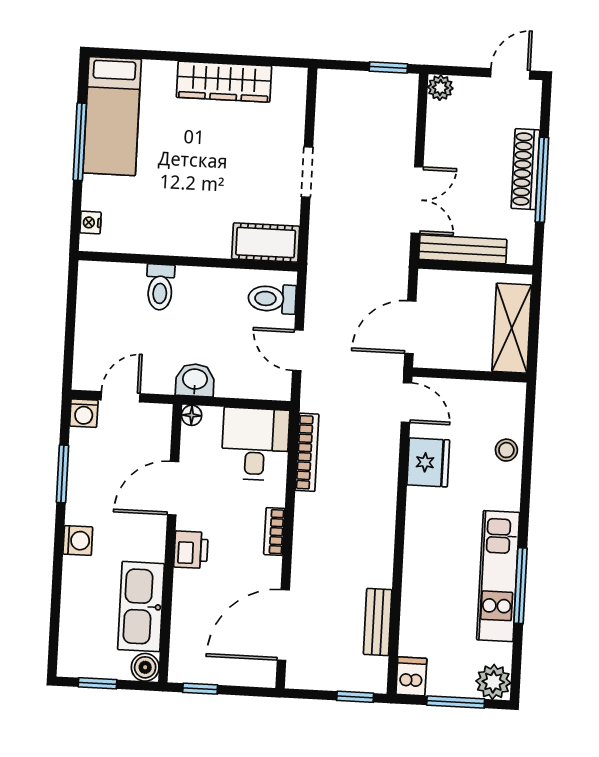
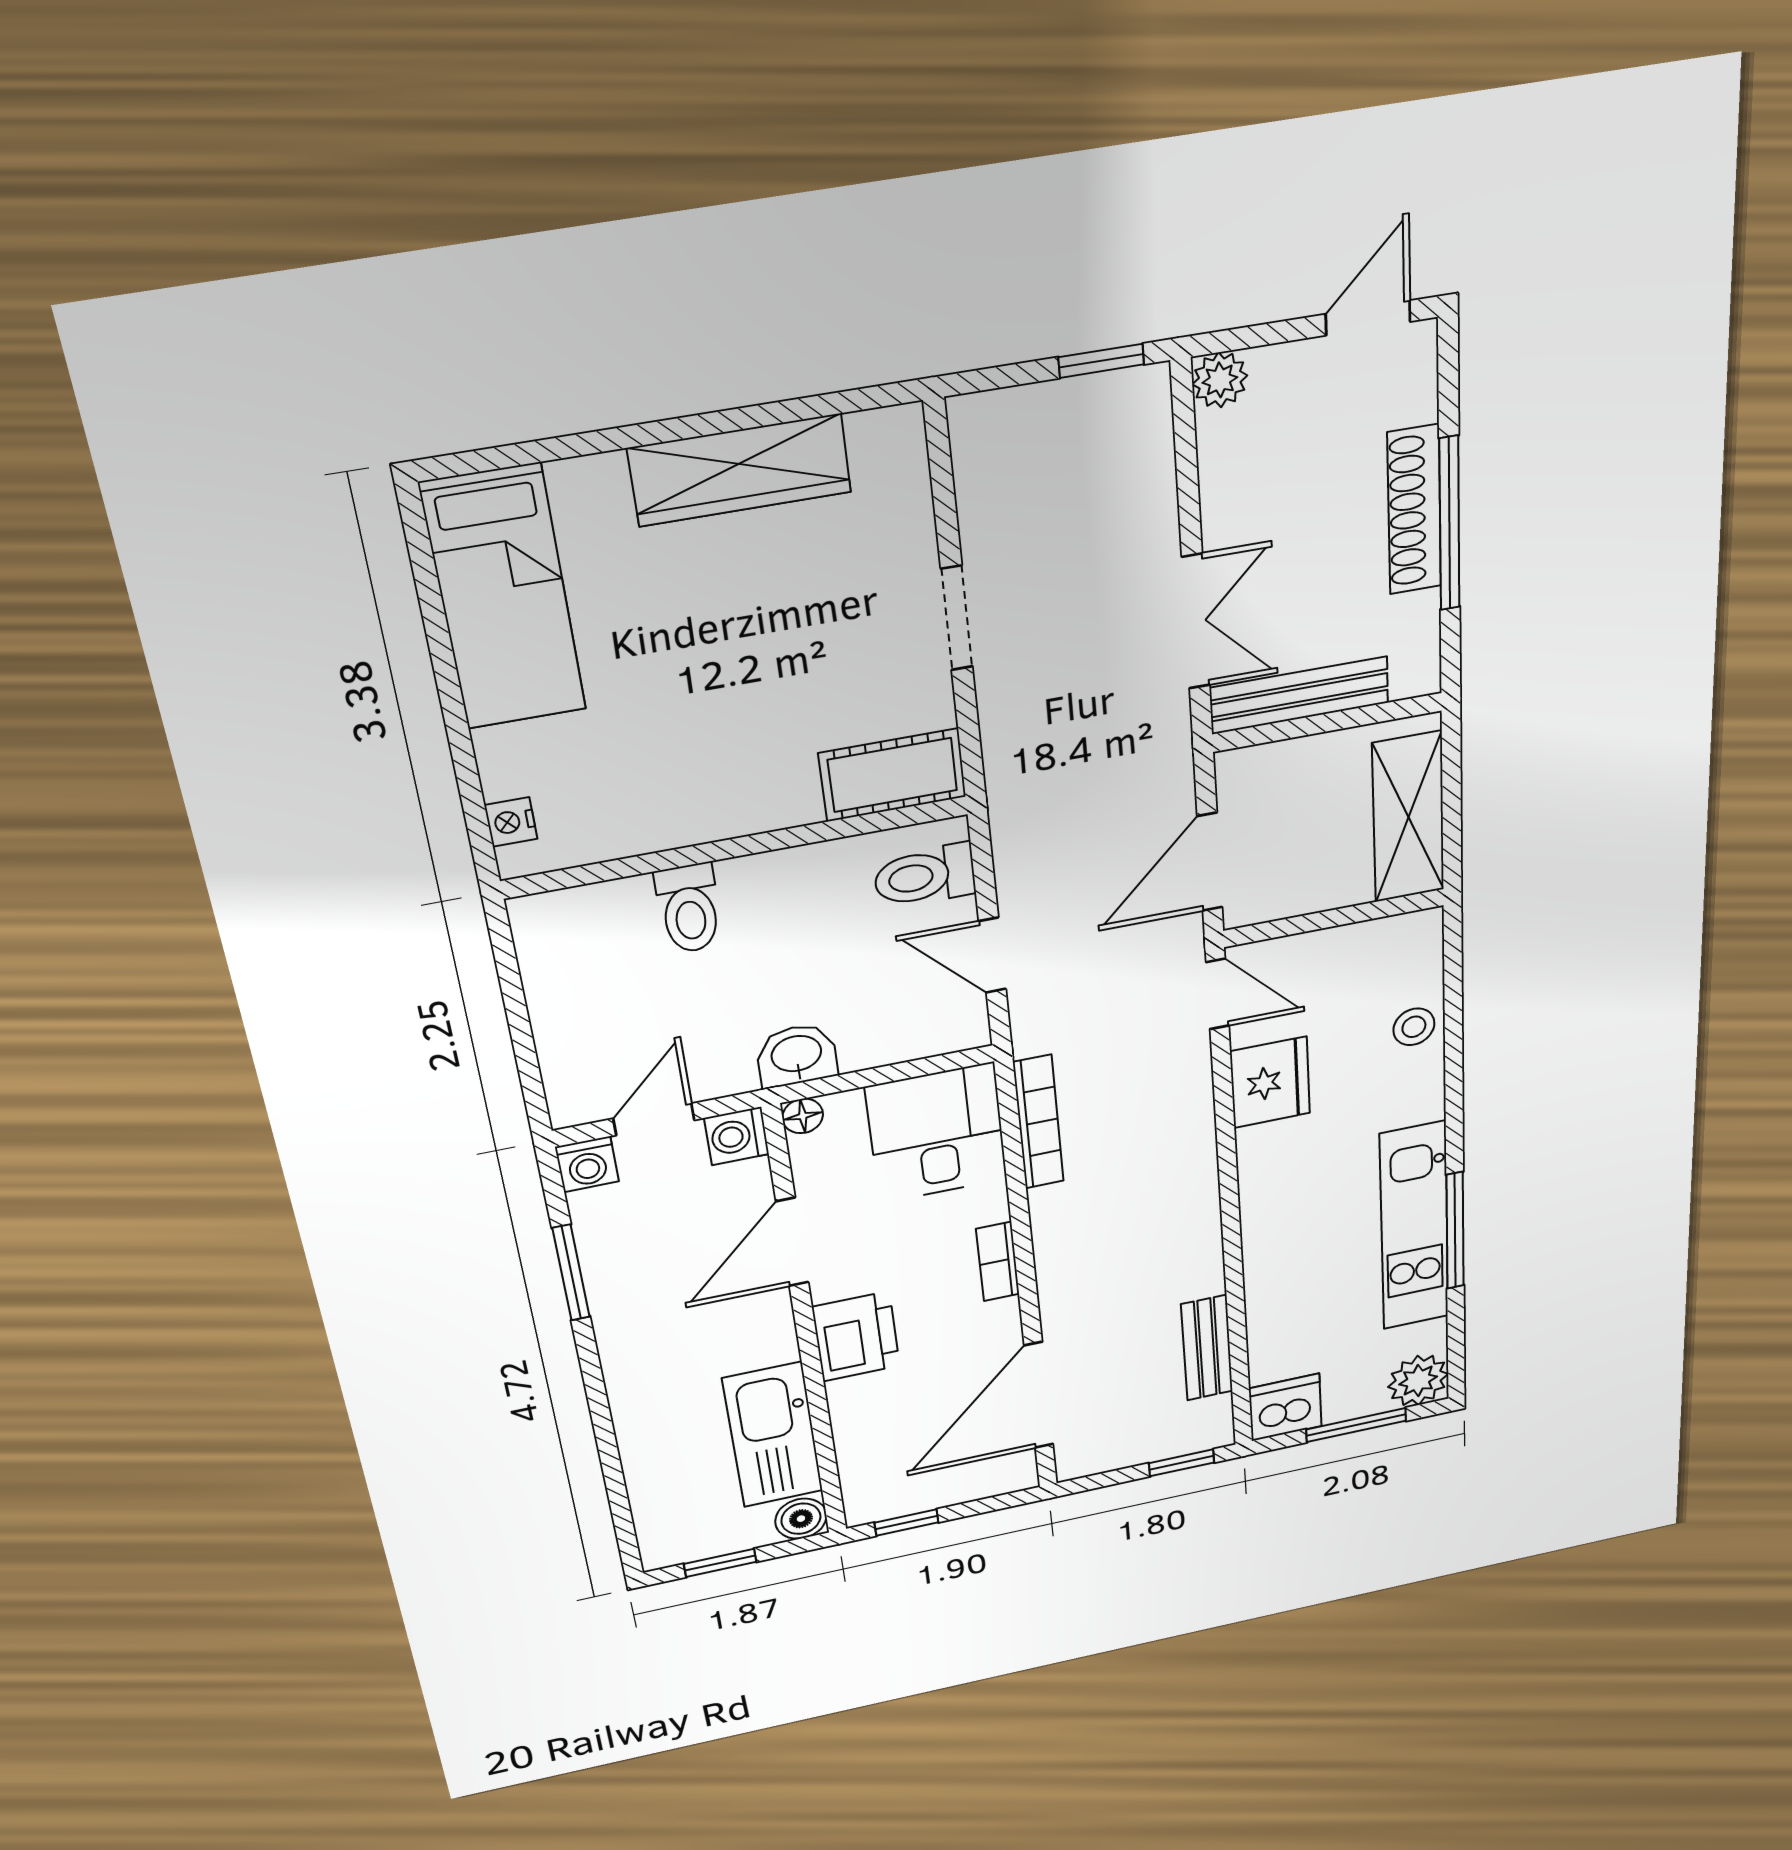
window: (80, 142) -> (445, 667), removed
washing machine: (78, 541) -> (737, 1136), moved, turned 180
printer: (191, 550) -> (856, 1336), width x1.36, depth x1.24
dishwasher: (411, 676) -> (1285, 1407), width x1.38

